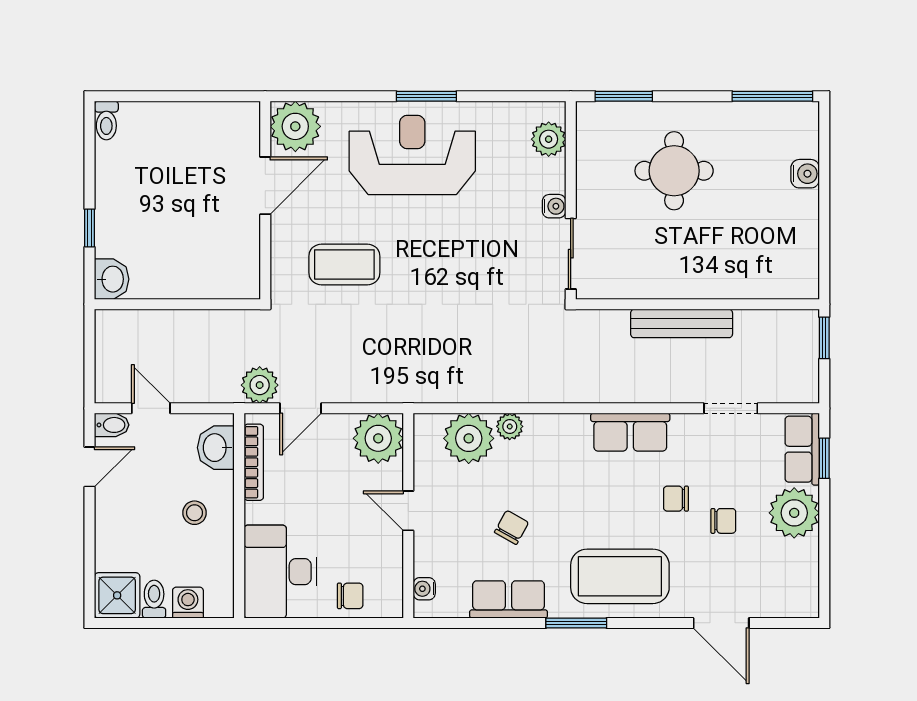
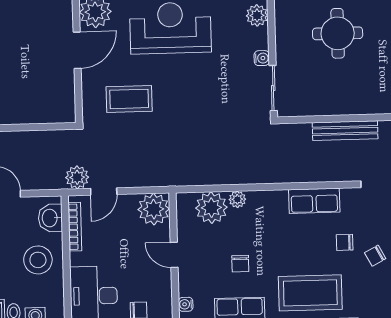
stool: (195, 513) -> (38, 260), width x1.89, depth x1.89
chair: (723, 521) -> (375, 256), turned 152
chair: (512, 527) -> (240, 264), turned 151

